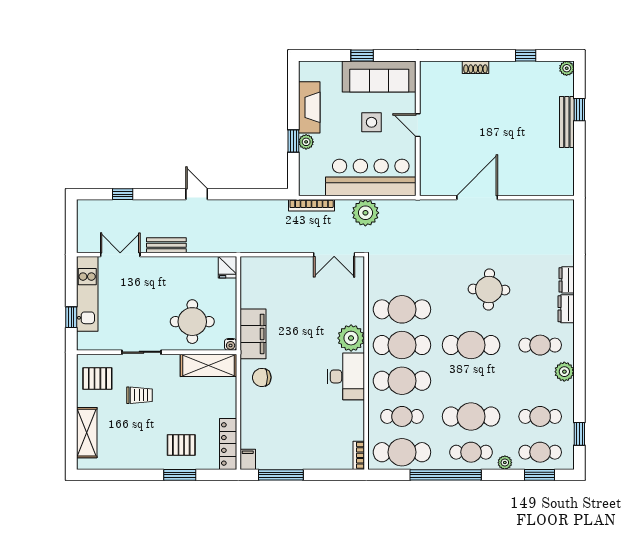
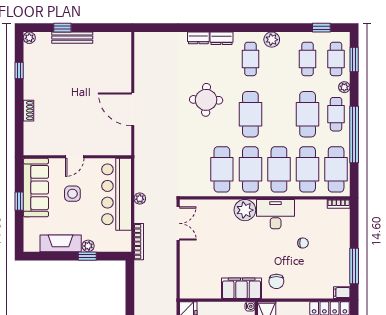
plant: (365, 213) -> (140, 199), width x0.53, depth x0.53
chair: (310, 411) -> (303, 243), added
cafe table: (402, 416) -> (308, 169), width x1.37, depth x1.35

